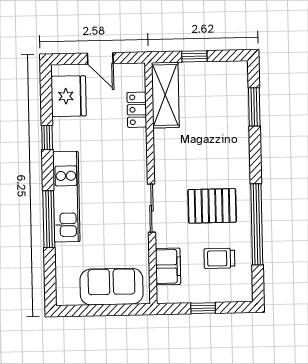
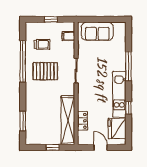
shelving: (165, 95) -> (68, 120), width x1.47
kitchen unit: (66, 197) -> (119, 94), moved
filing cabinet: (168, 266) -> (68, 36), width x0.50

